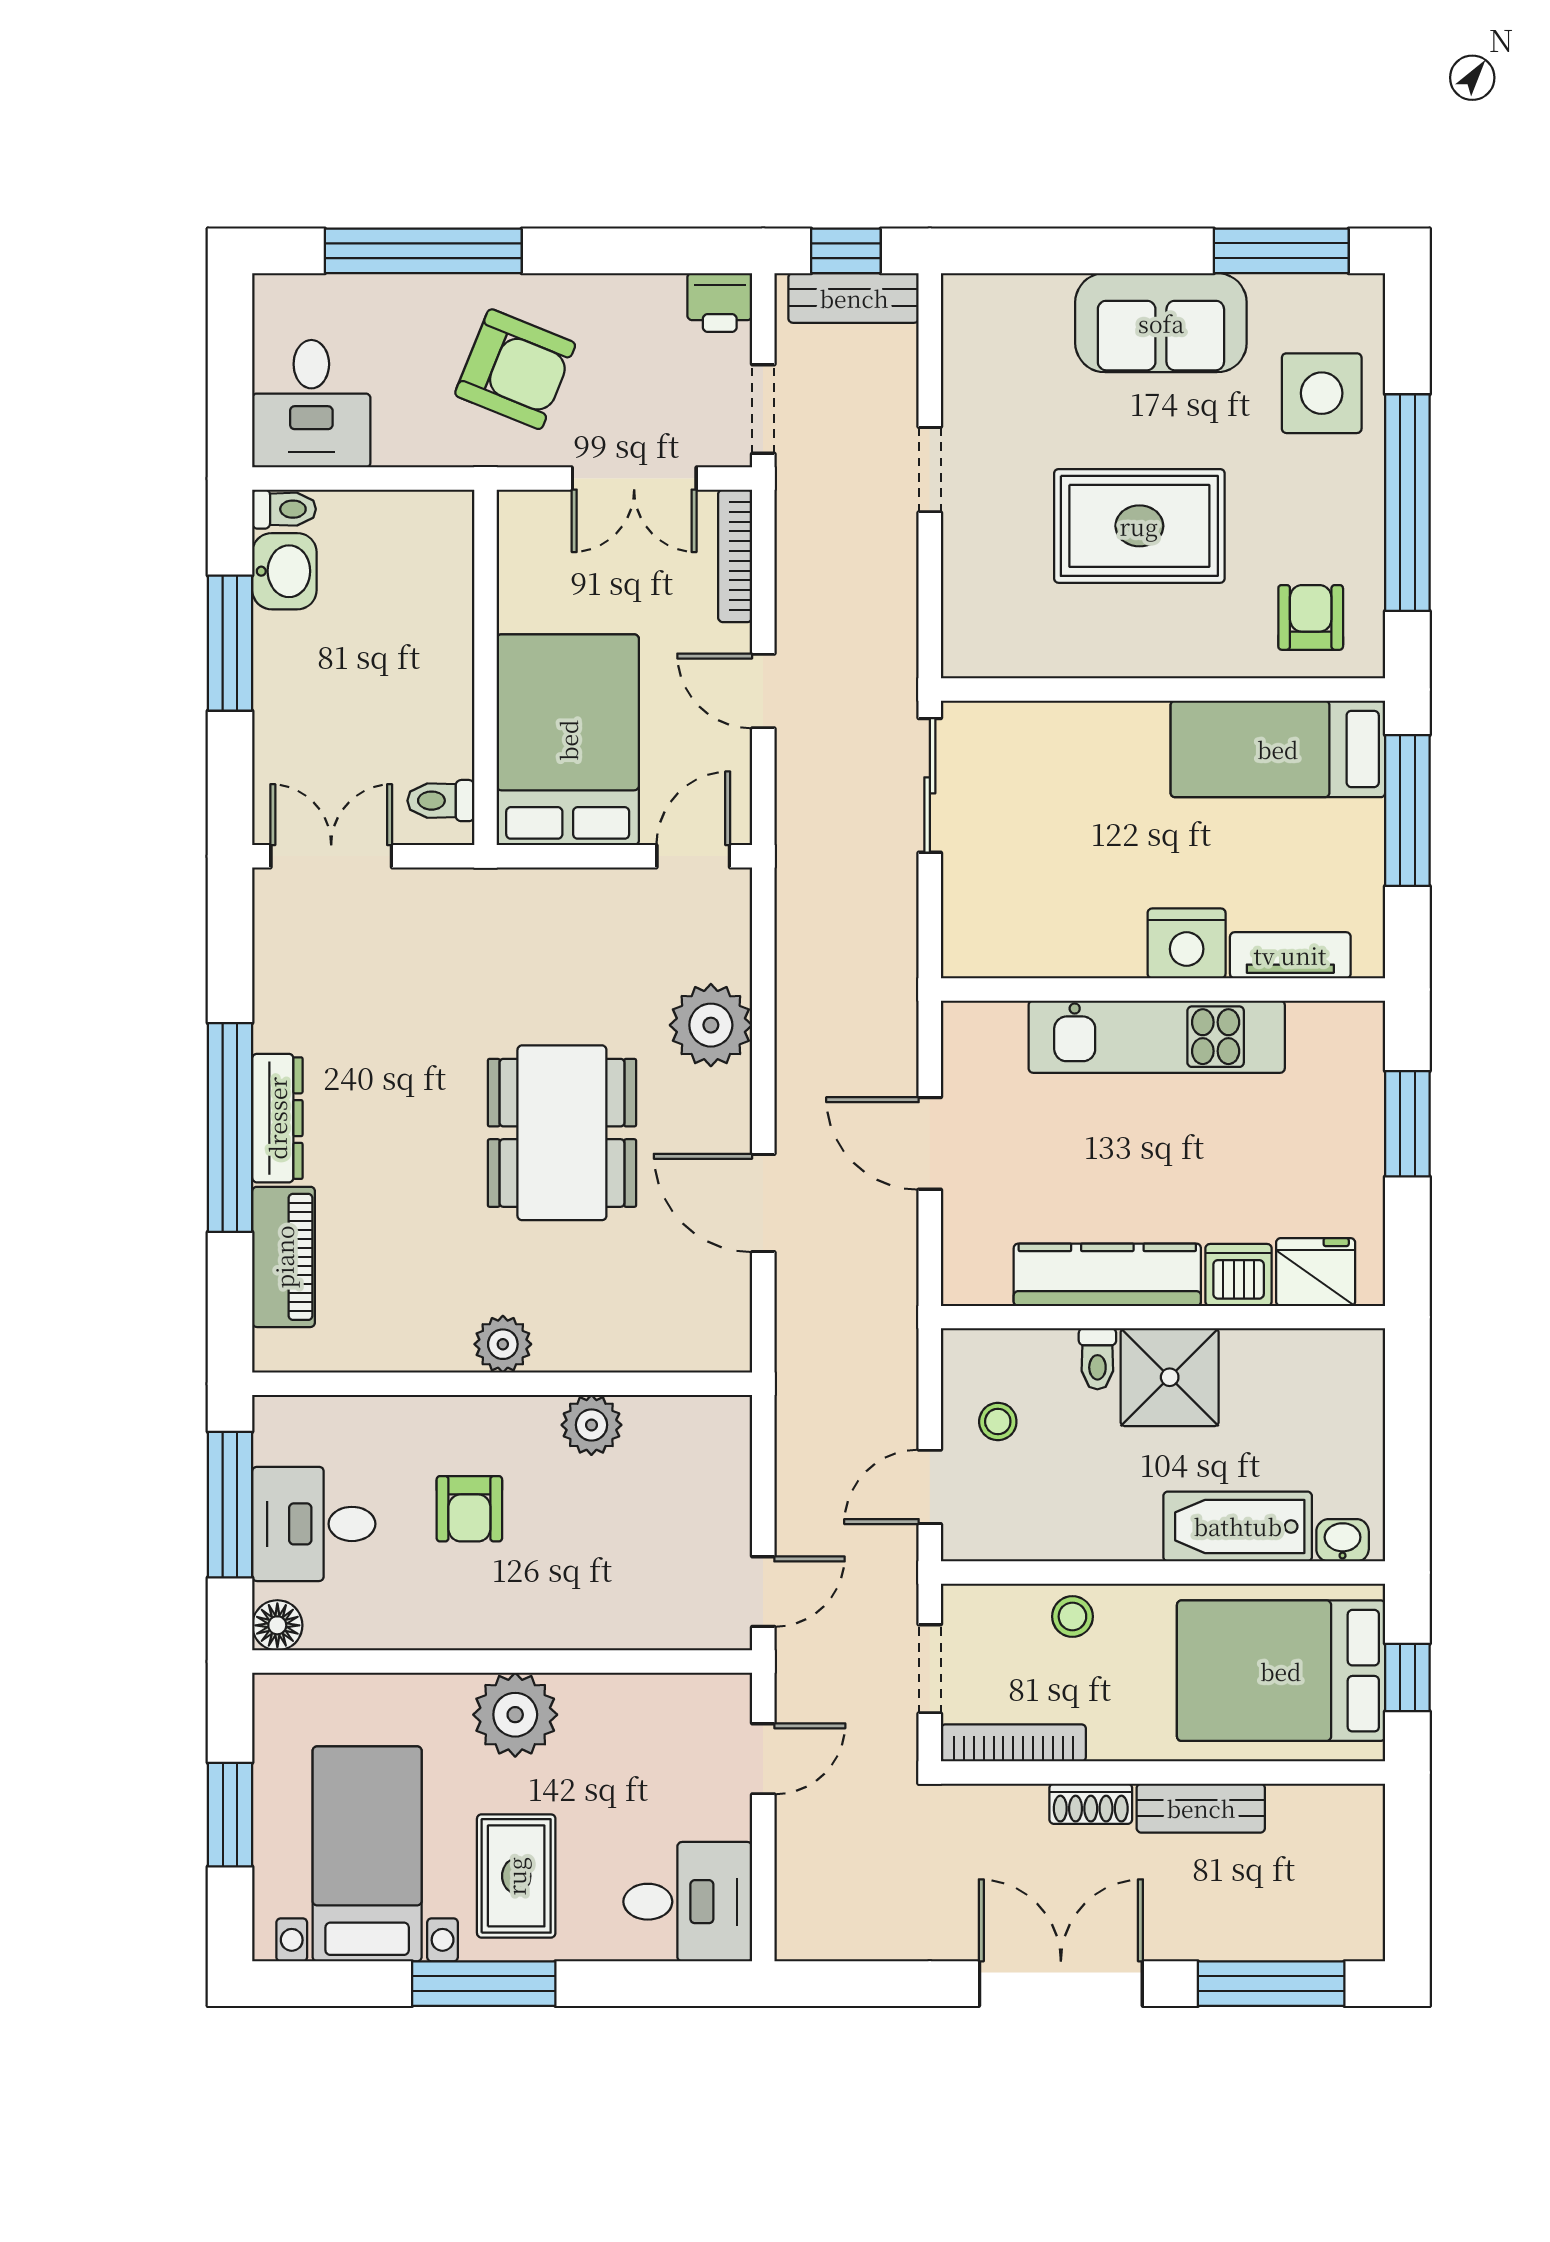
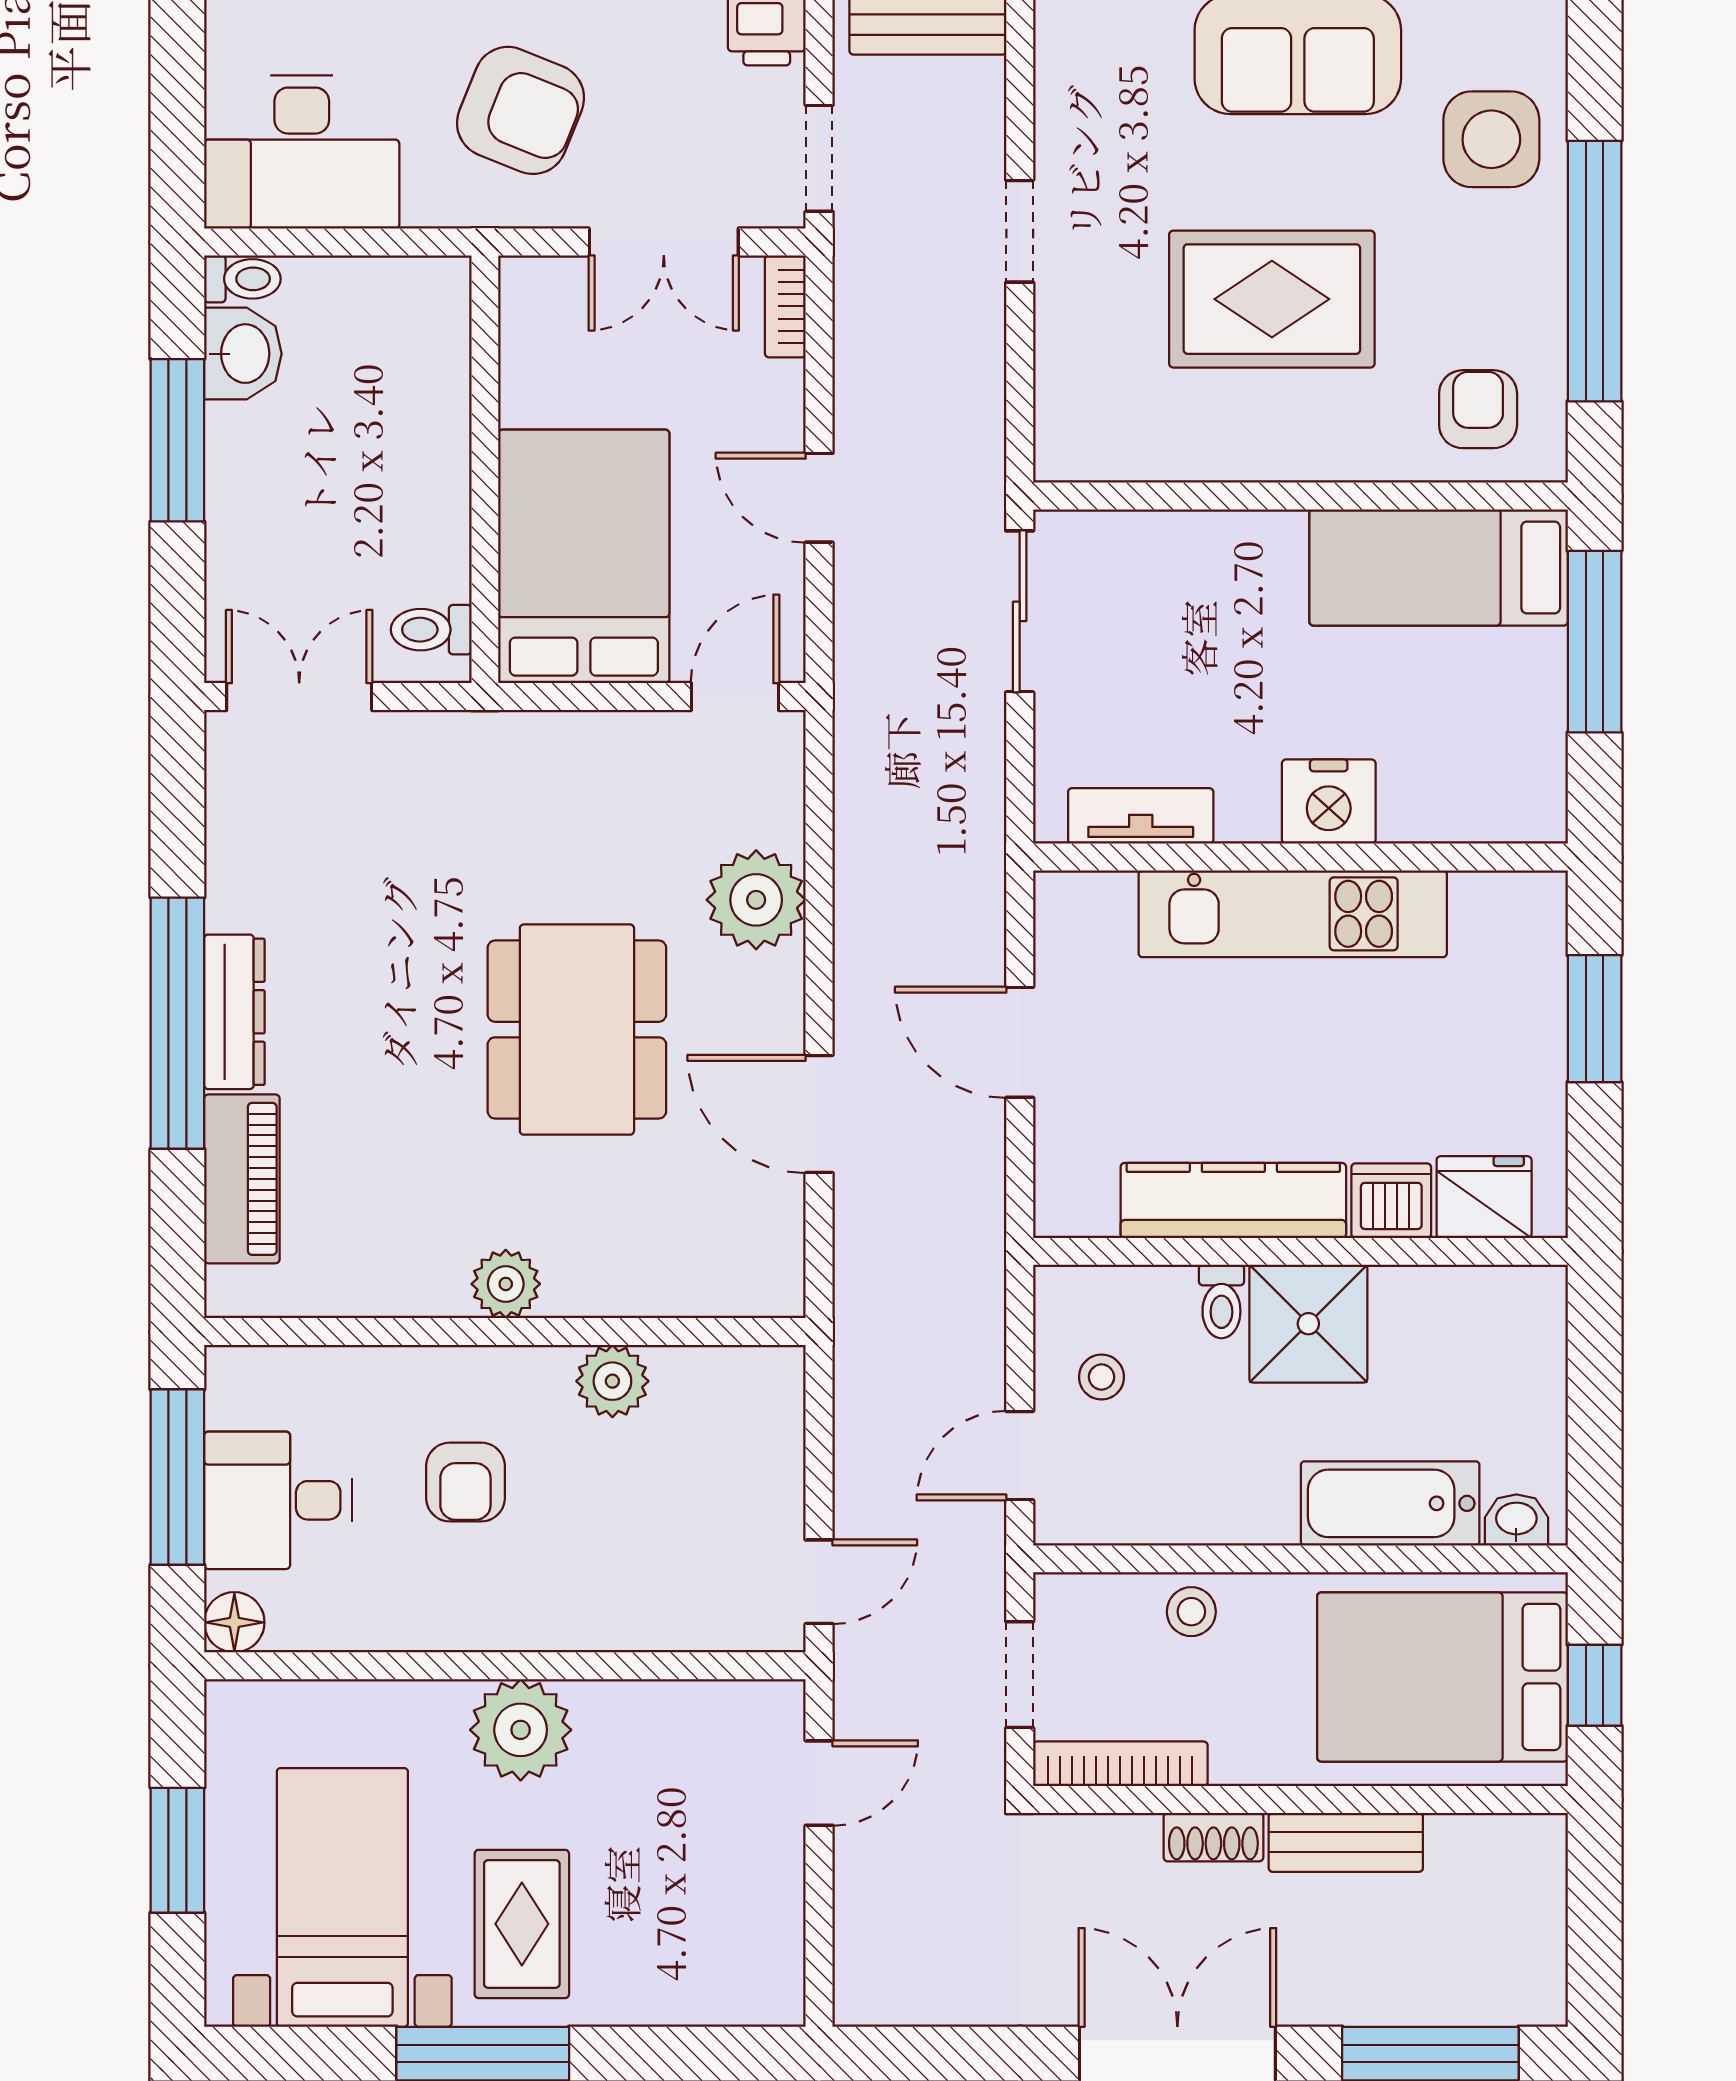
desk: (311, 404) -> (302, 152), width x1.37
bookcase: (735, 556) -> (785, 306), width x0.64
tv unit: (1290, 955) -> (1141, 816), moved
desk: (688, 1902) -> (728, 1955), removed

